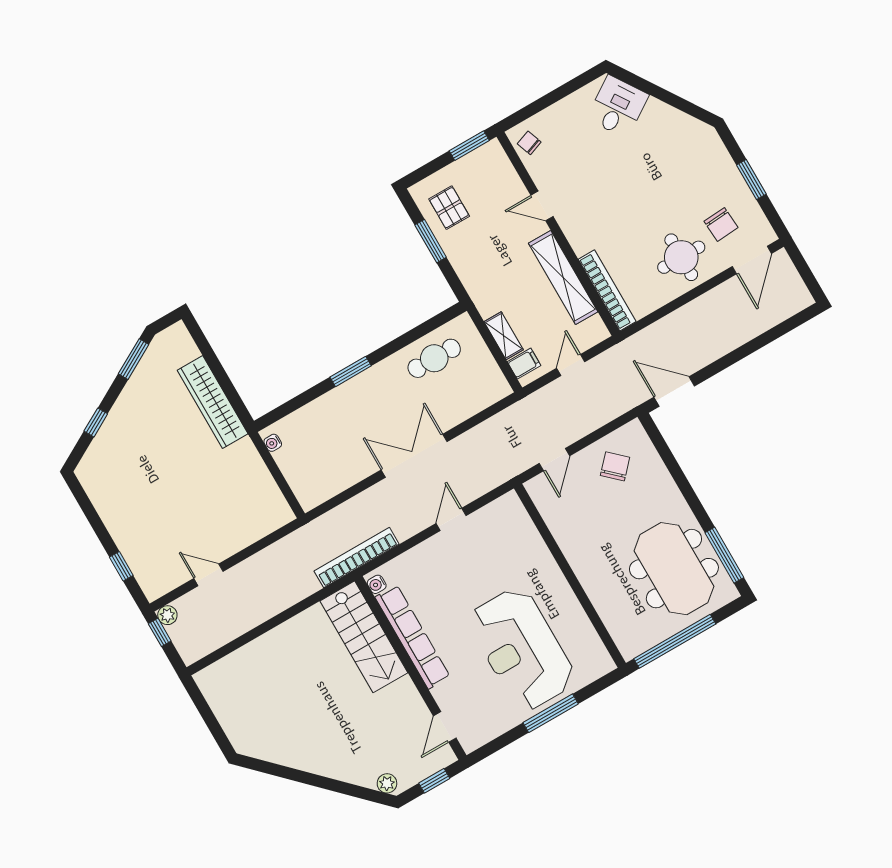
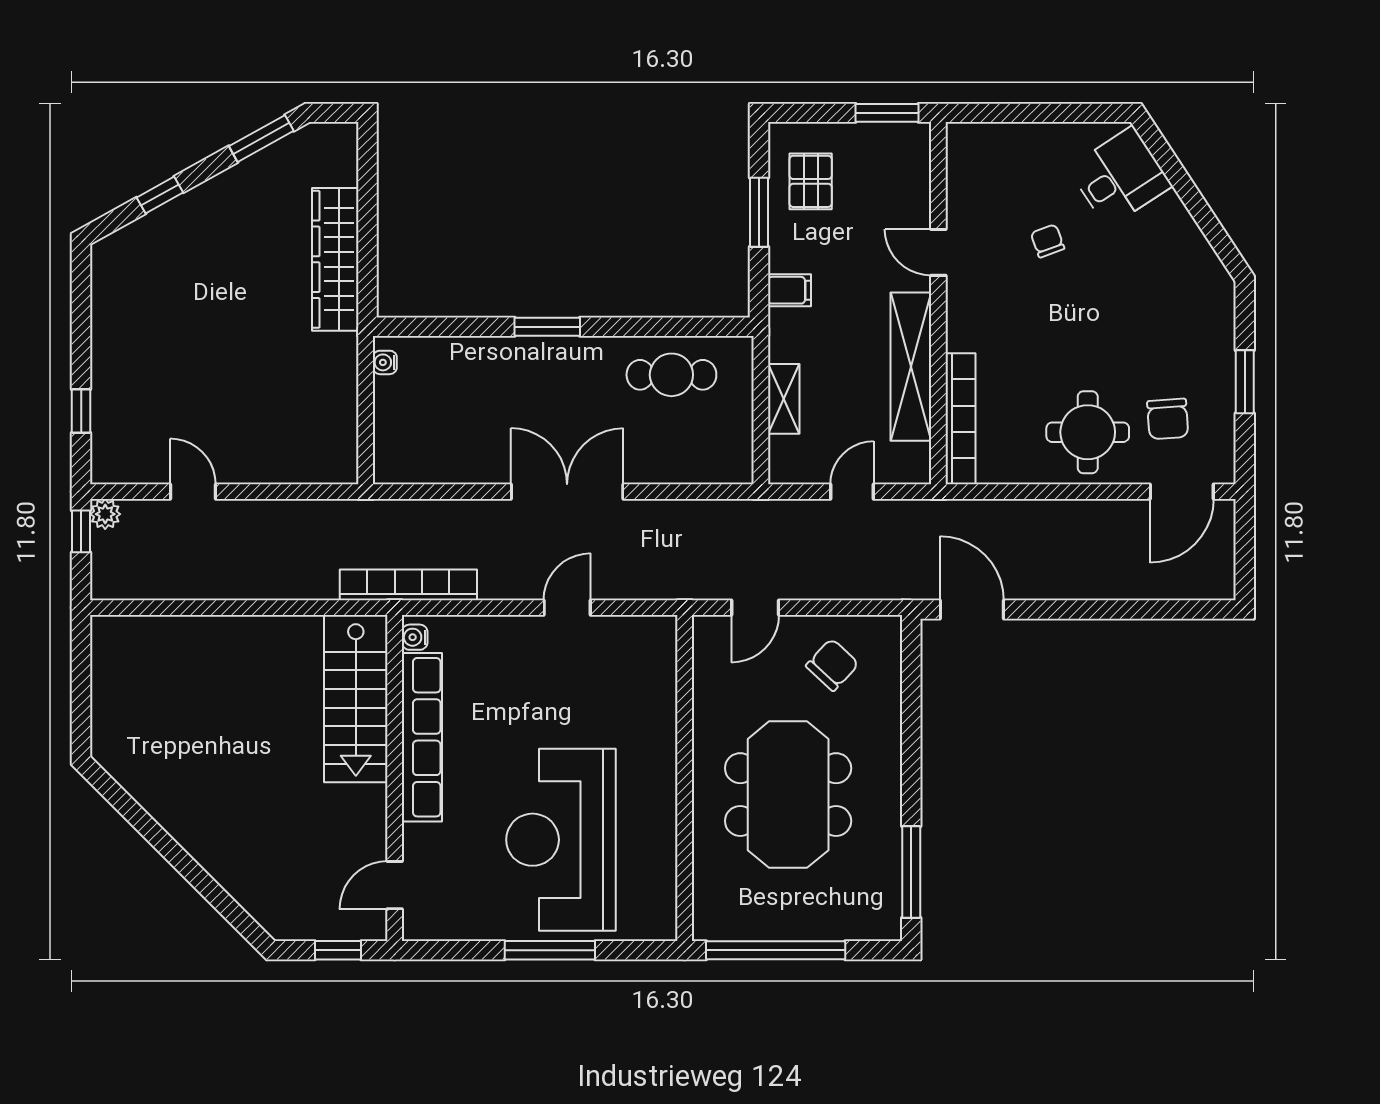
chair: (529, 143) -> (1048, 241), moved
filing cabinet: (524, 364) -> (789, 290), moved
meeting table: (674, 569) -> (788, 795), moved
plant: (387, 783) -> (271, 917), removed

